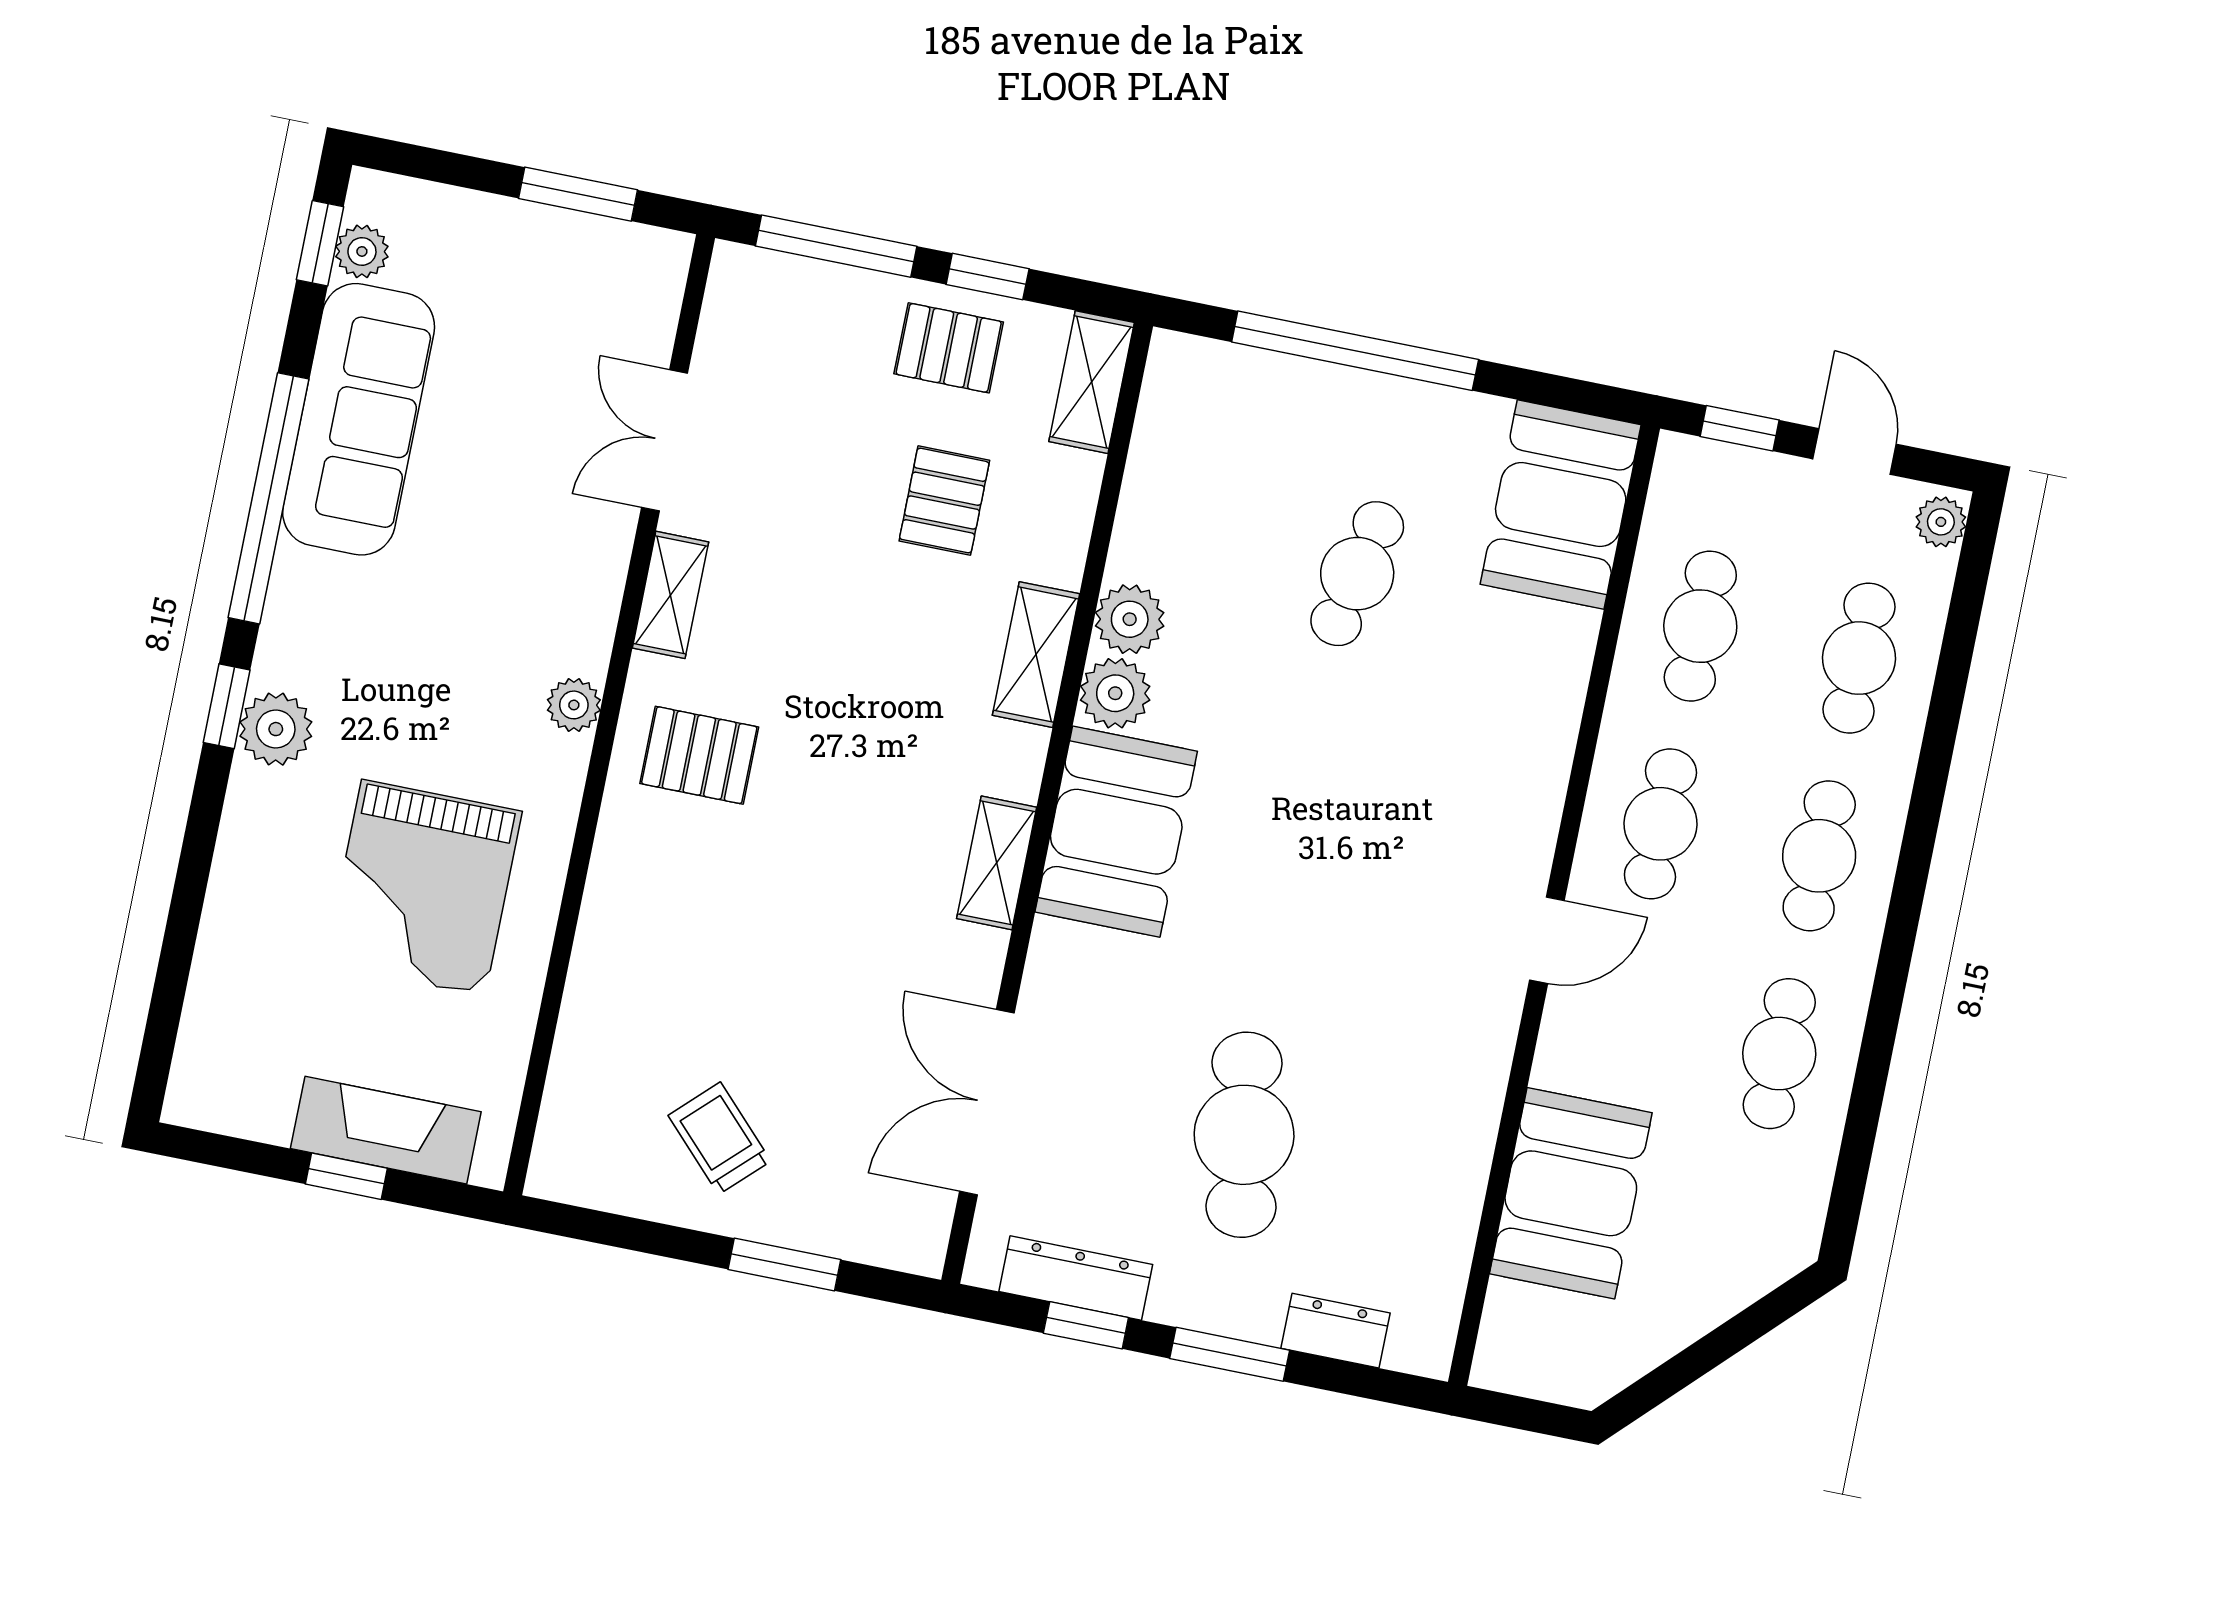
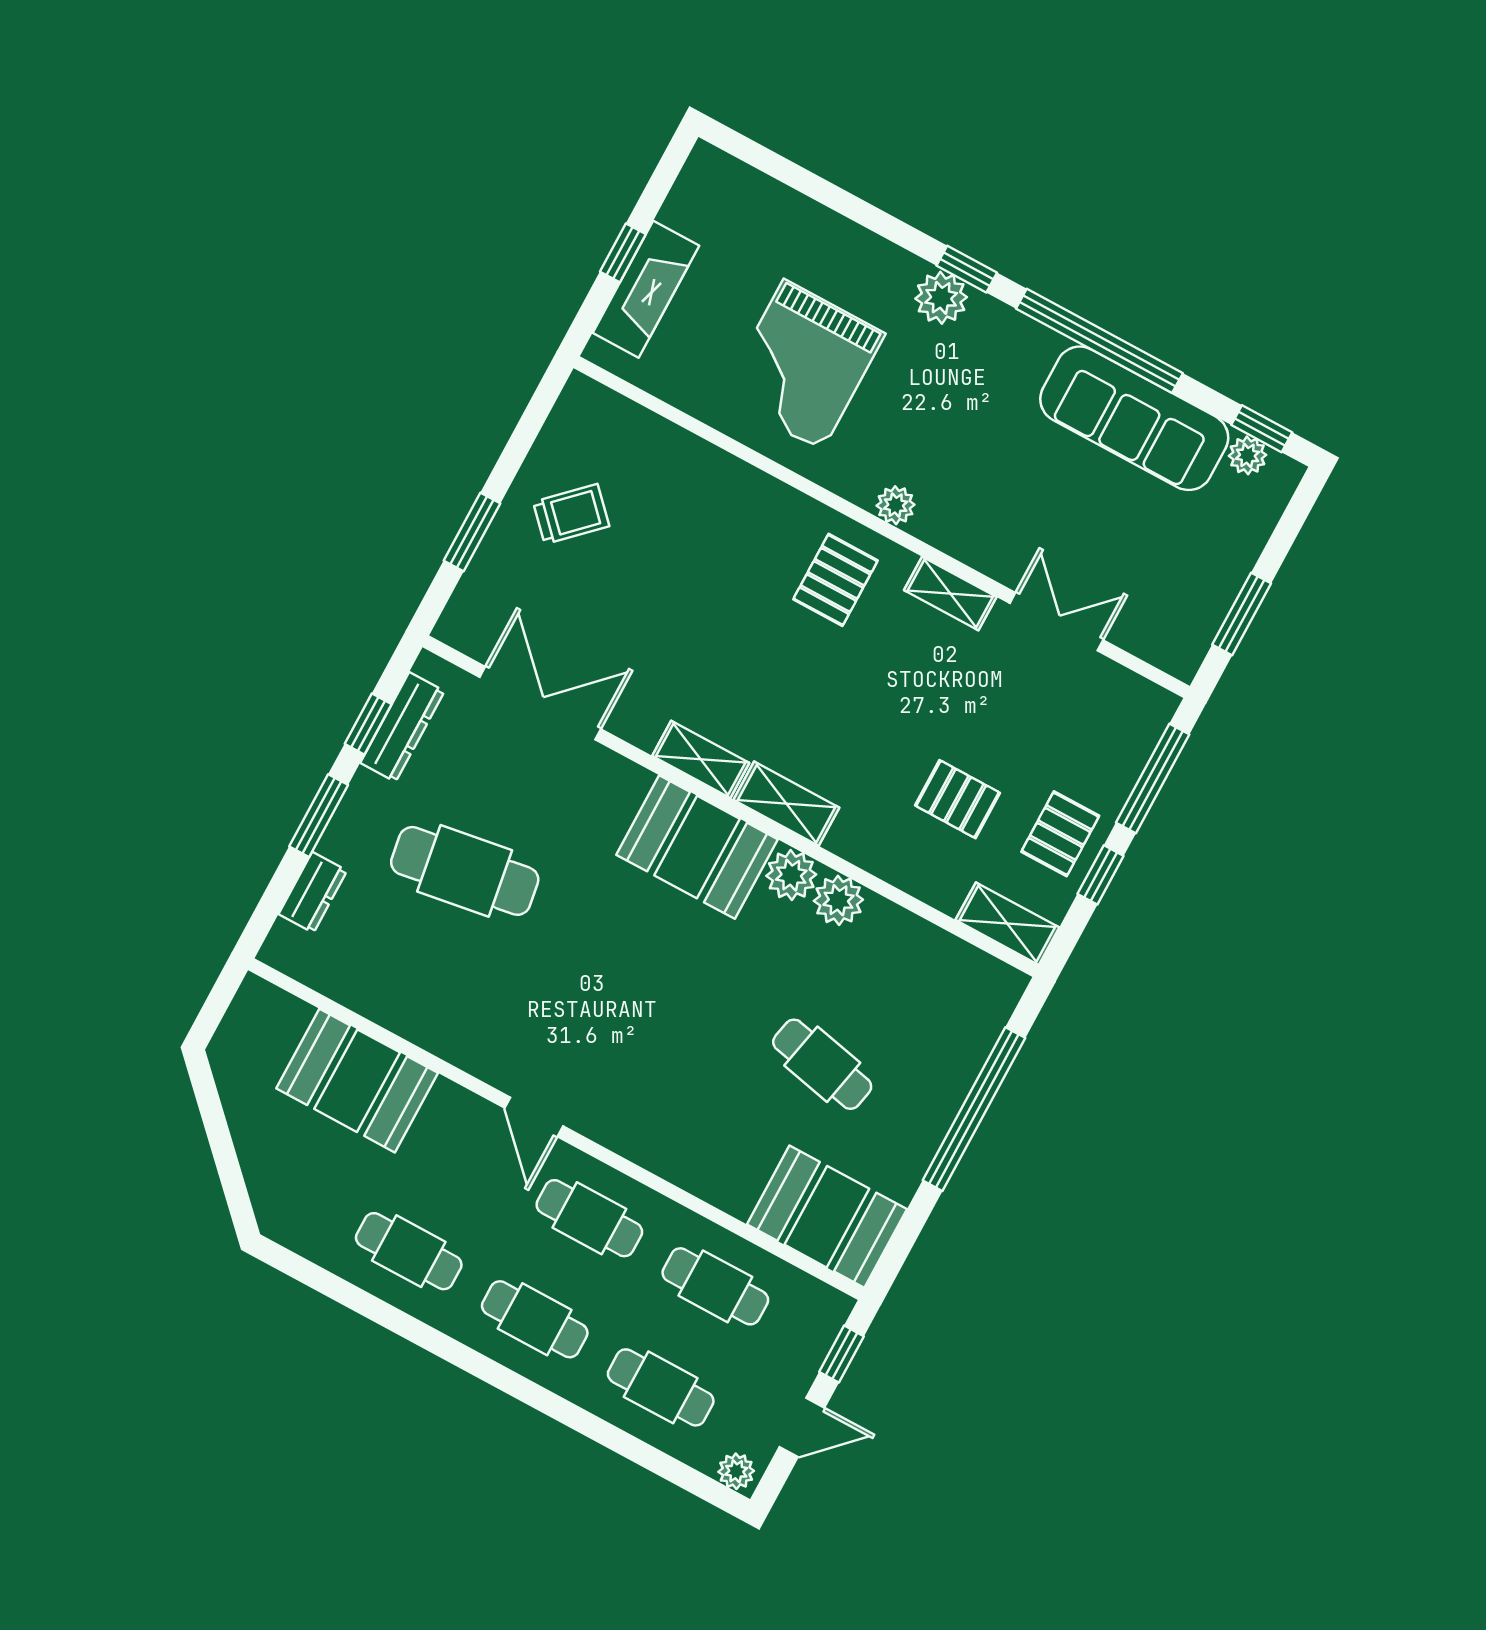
shelving: (1036, 655) -> (786, 804), moved
grand piano: (423, 888) -> (803, 365), turned -90

